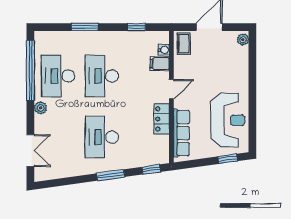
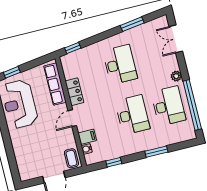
plant: (243, 40) -> (24, 173), removed
window: (111, 175) -> (132, 24), moved

